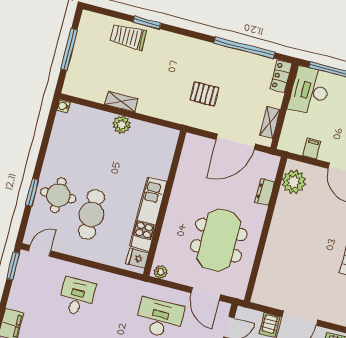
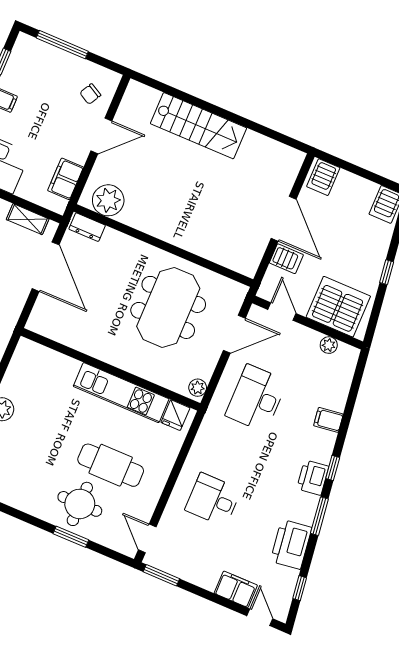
filing cabinet: (312, 149) -> (66, 179), width x2.00
dresser: (265, 192) -> (87, 227), moved
meeting table: (219, 240) -> (168, 307), turned 90

